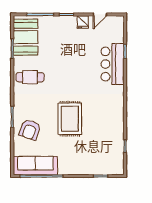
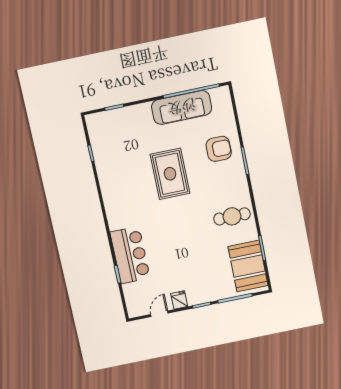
armchair: (30, 130) -> (219, 149), turned 71
sofa: (35, 166) -> (182, 107), moved

